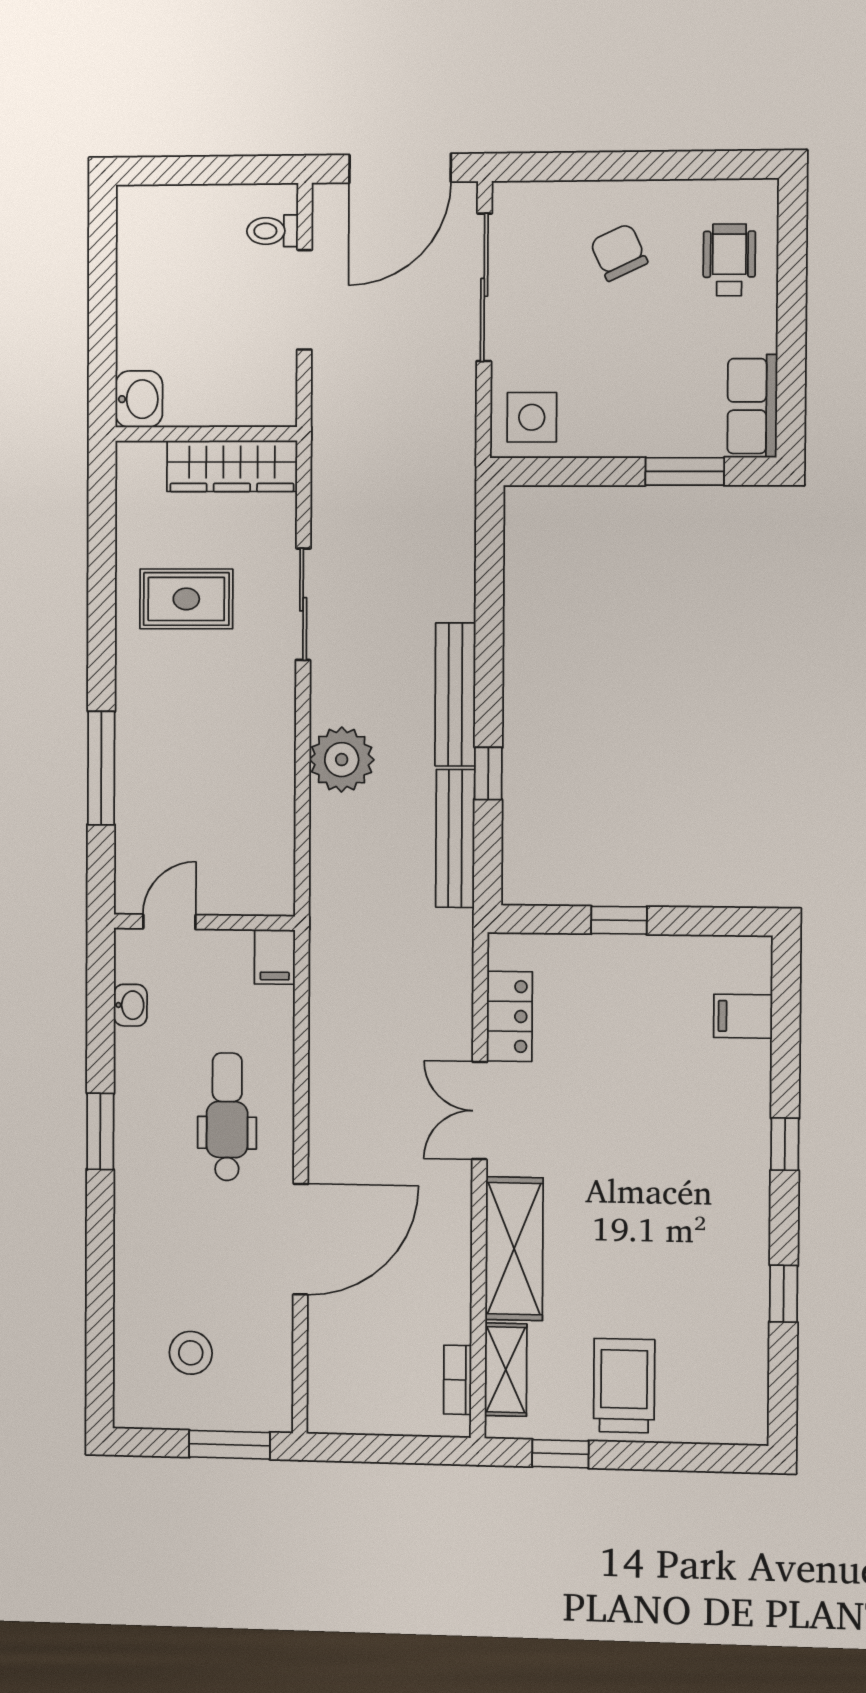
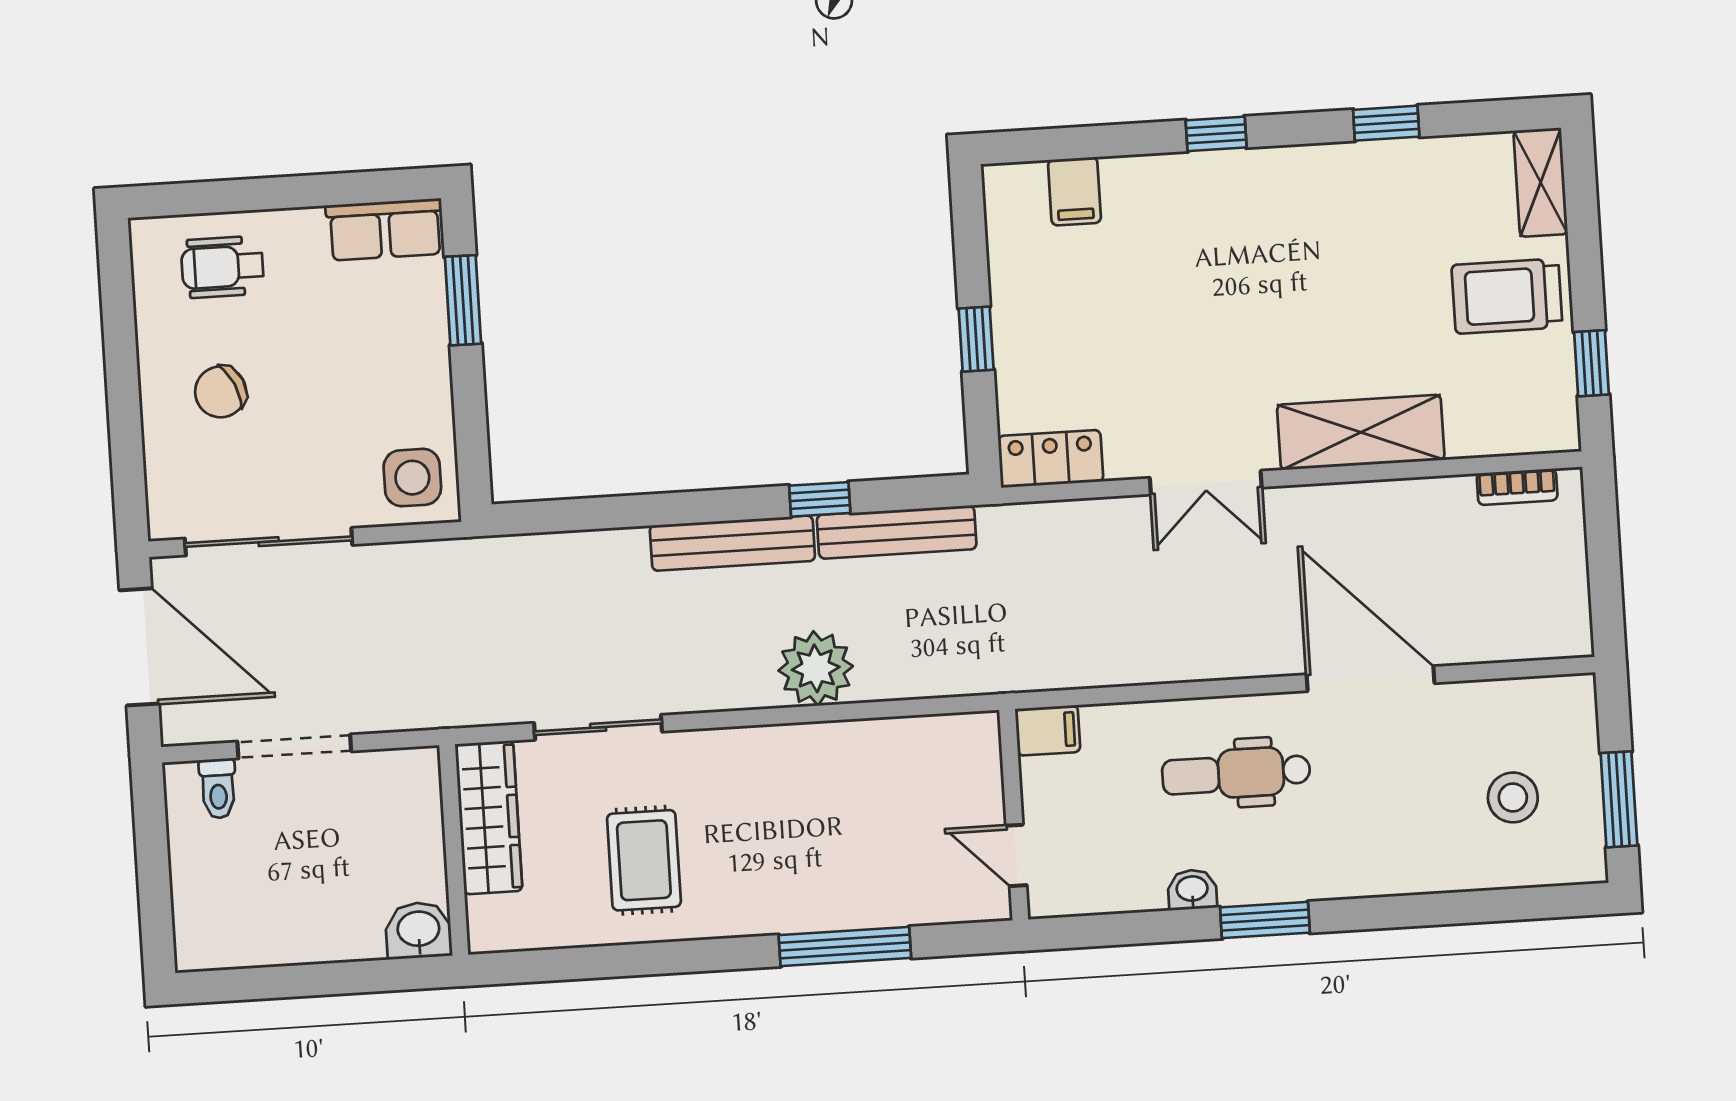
sliding door: (303, 604) -> (598, 727), moved
washbasin: (130, 1005) -> (1192, 890), moved
locker: (509, 1016) -> (1051, 459), moved
shelving: (506, 1370) -> (1541, 182), moved, turned 90
window: (229, 1445) -> (1619, 799), moved

